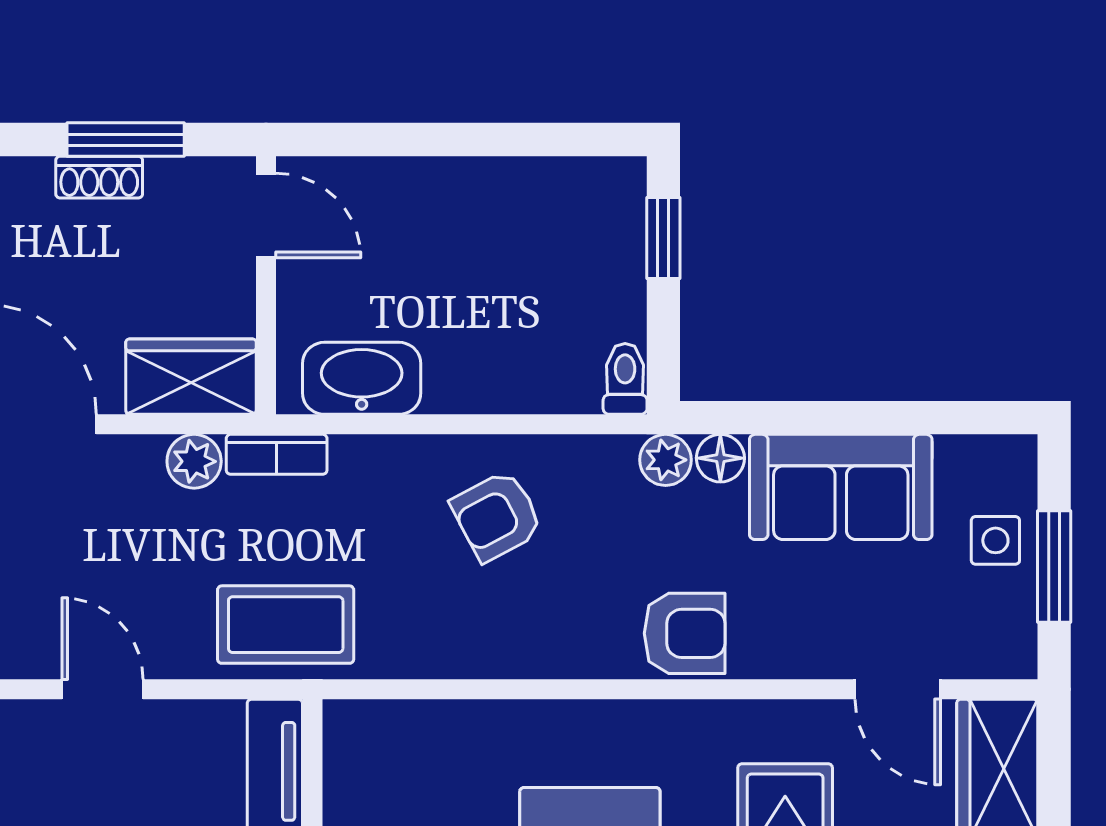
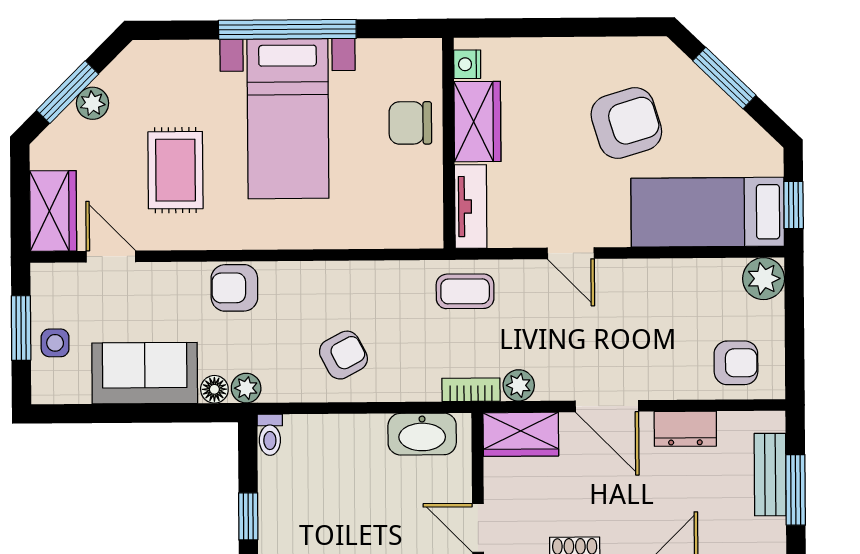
coffee table: (286, 625) -> (465, 291), width x0.73, depth x0.77

